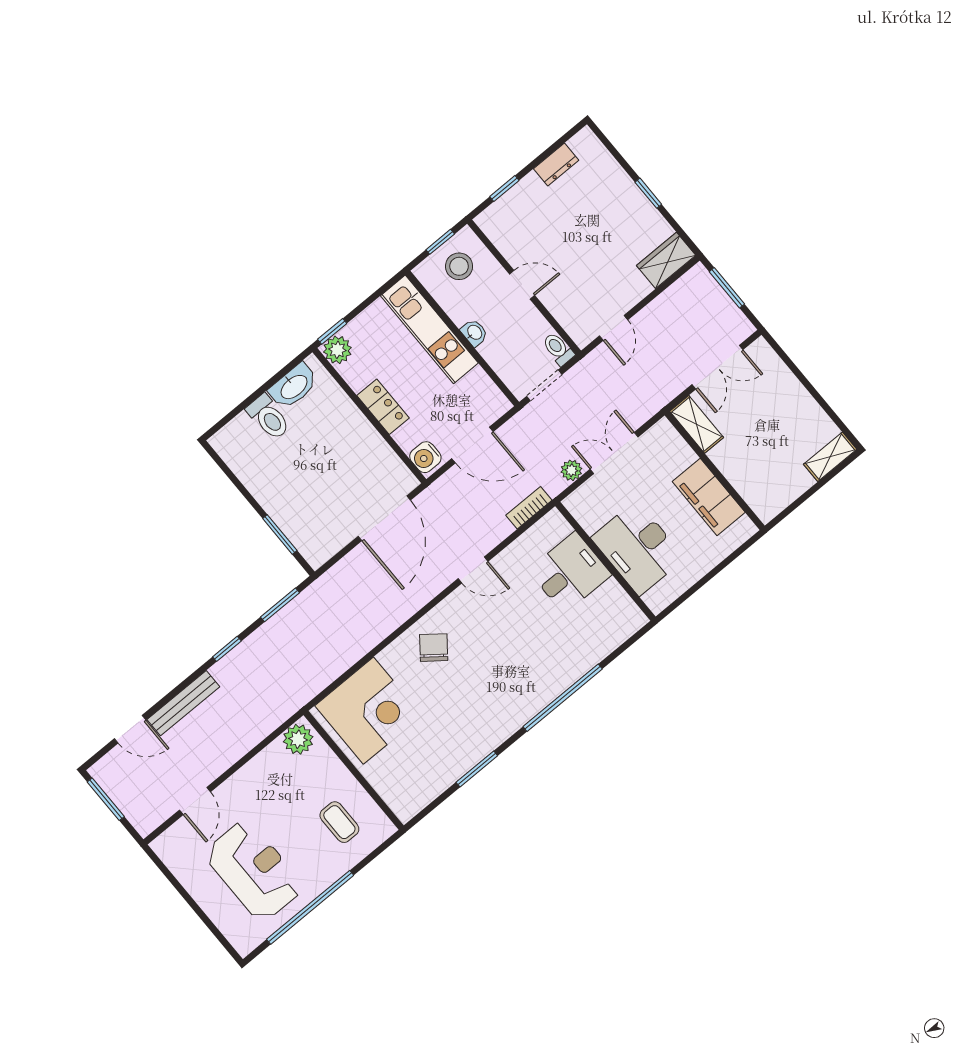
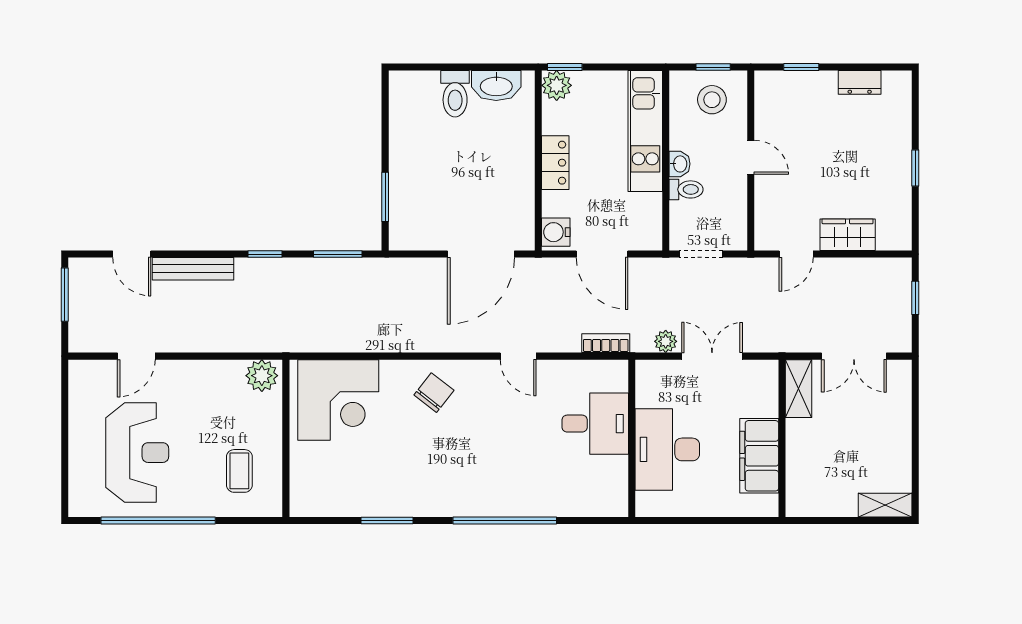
wardrobe: (666, 260) -> (848, 235), moved
window: (727, 288) -> (915, 298), width x0.67
toilet: (558, 349) -> (686, 189), moved, turned 90

